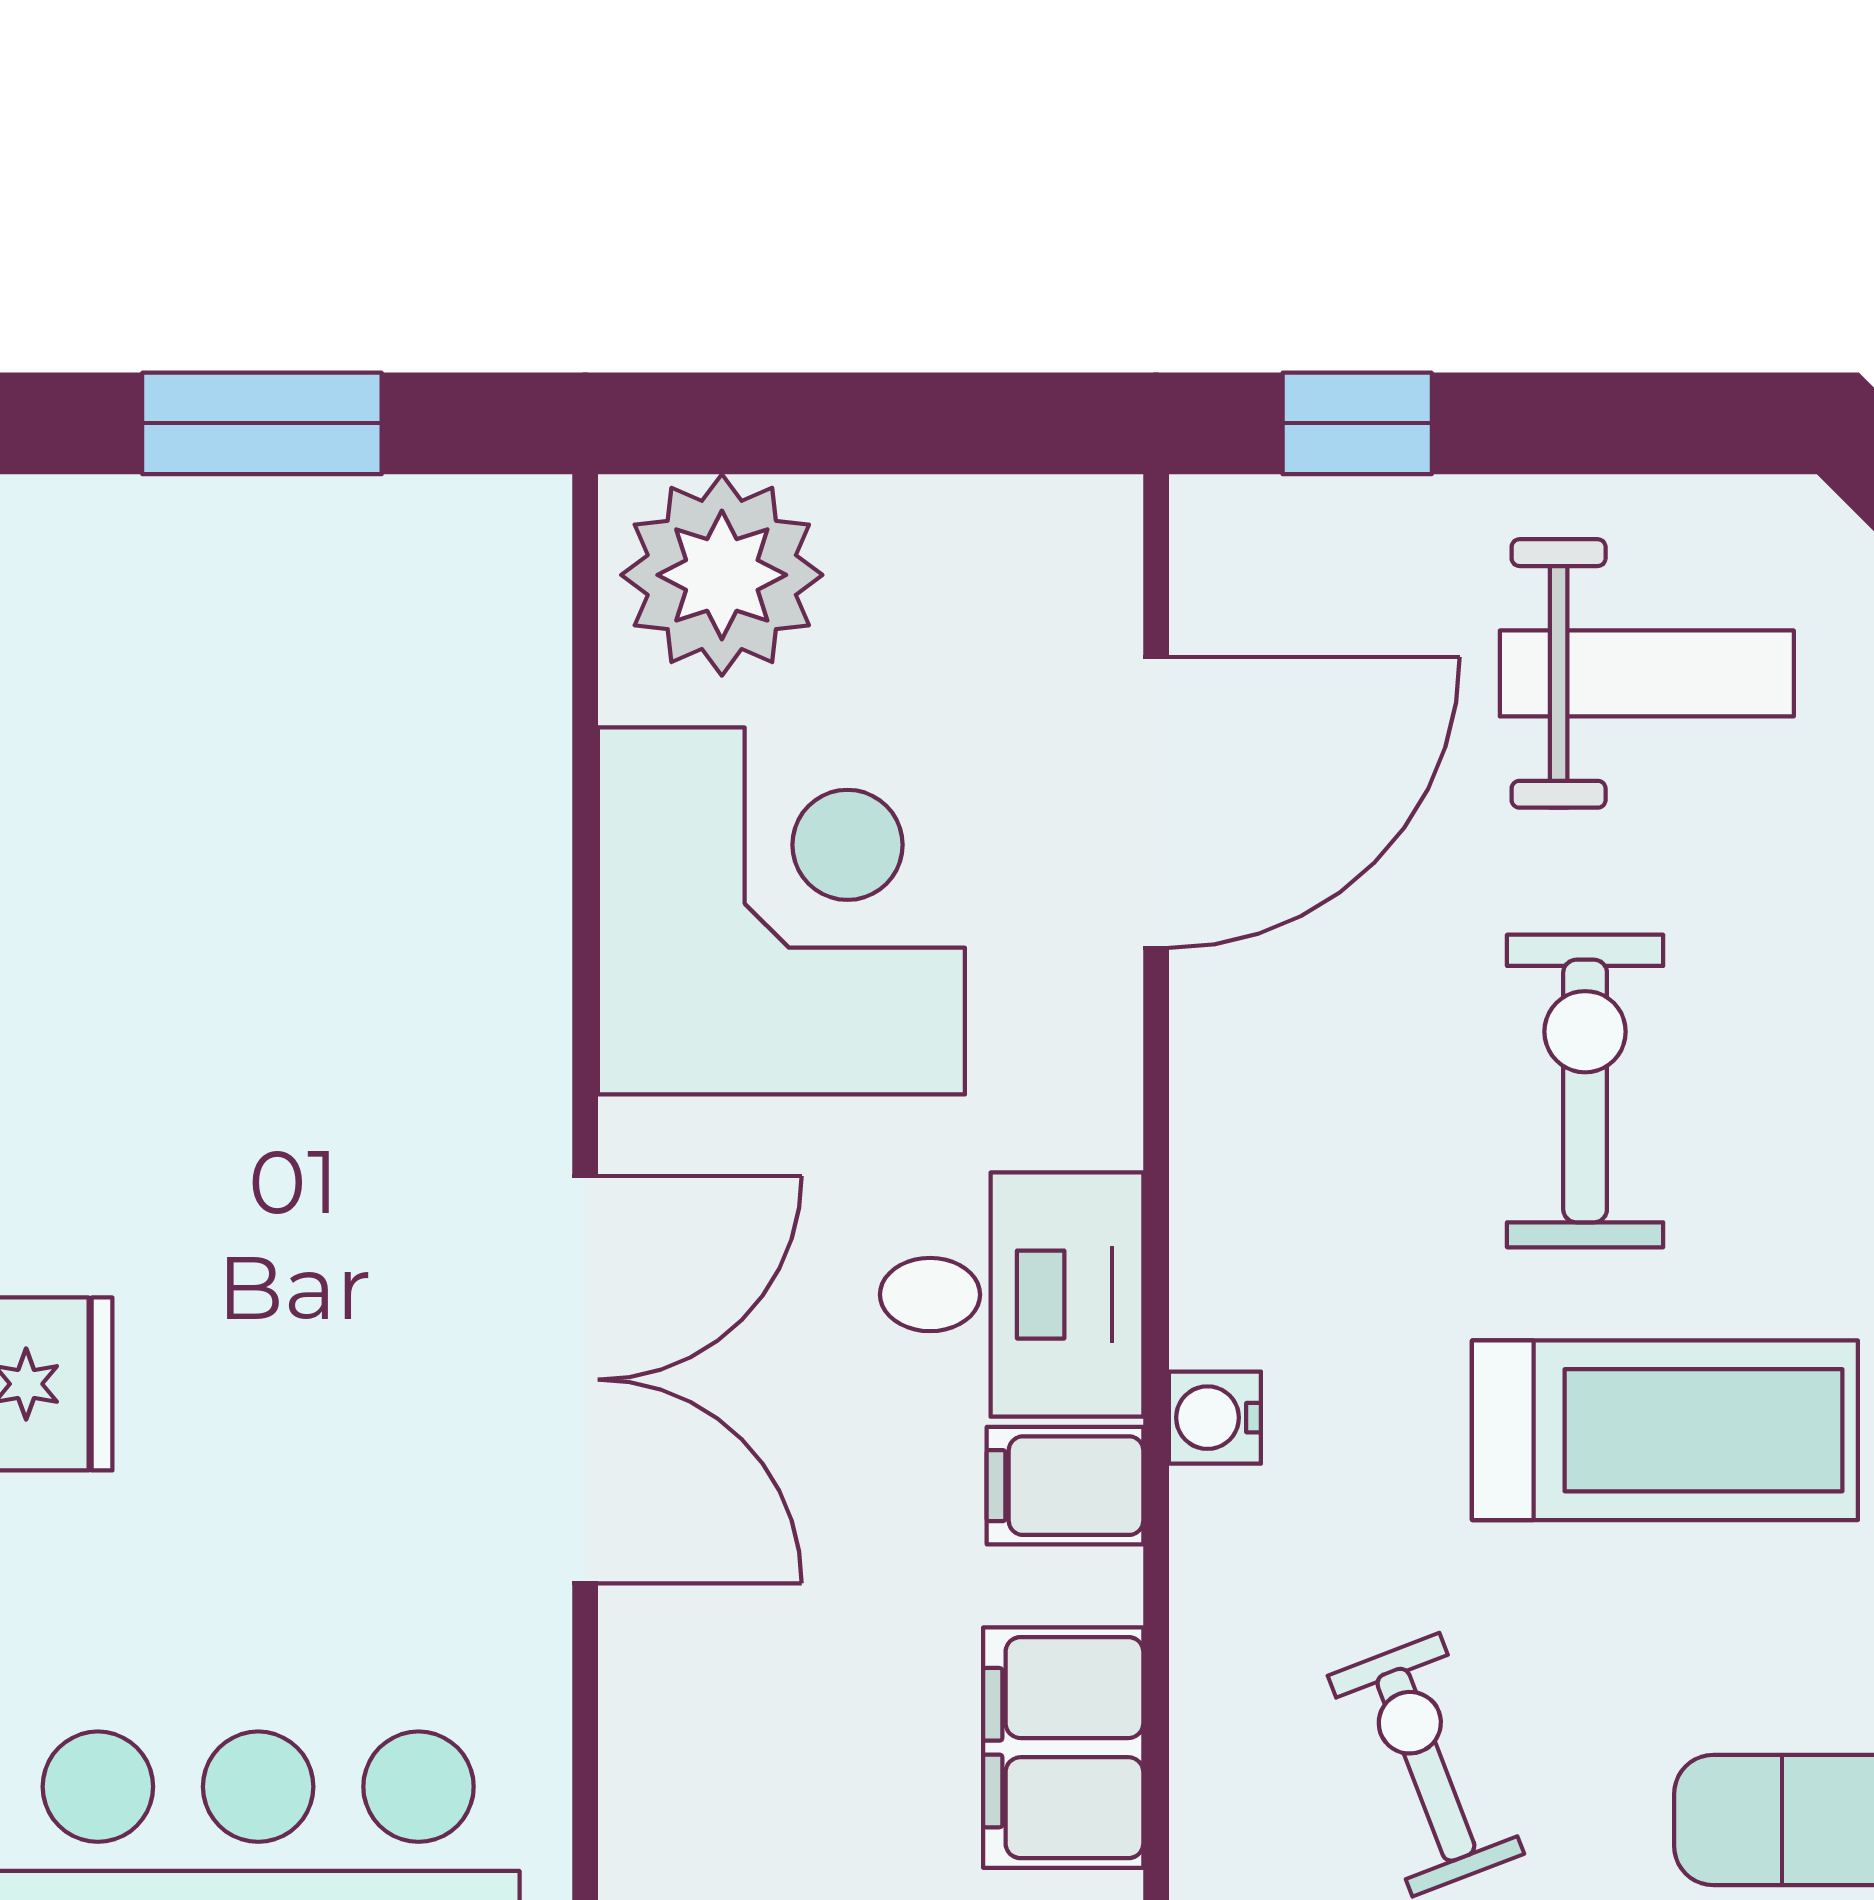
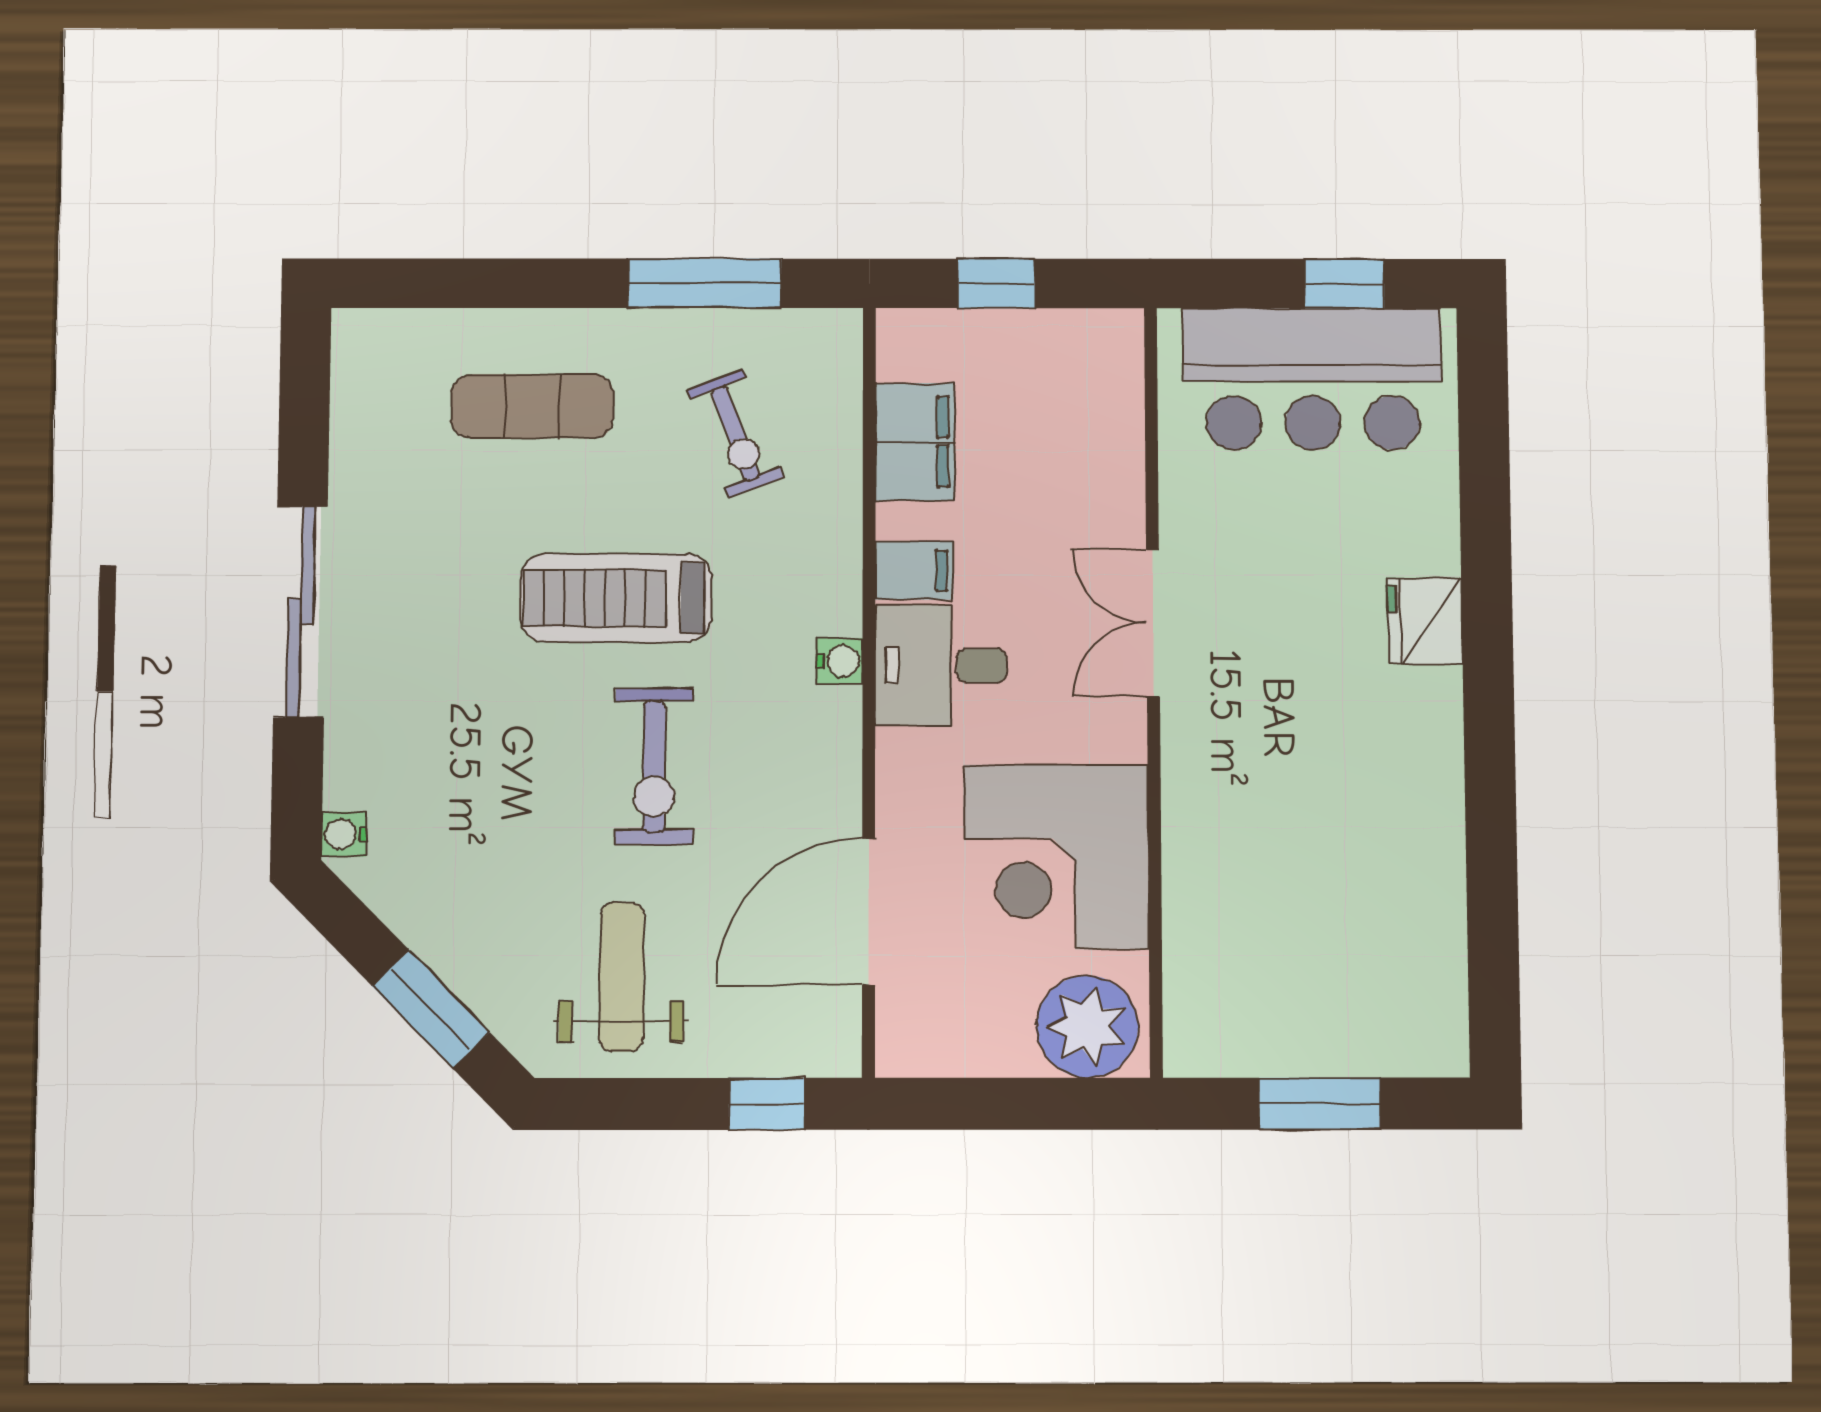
weight bench: (1647, 673) -> (621, 977), turned 90
double door: (585, 1380) -> (1153, 623), width x0.73
water cooler: (1215, 1418) -> (840, 661), moved

